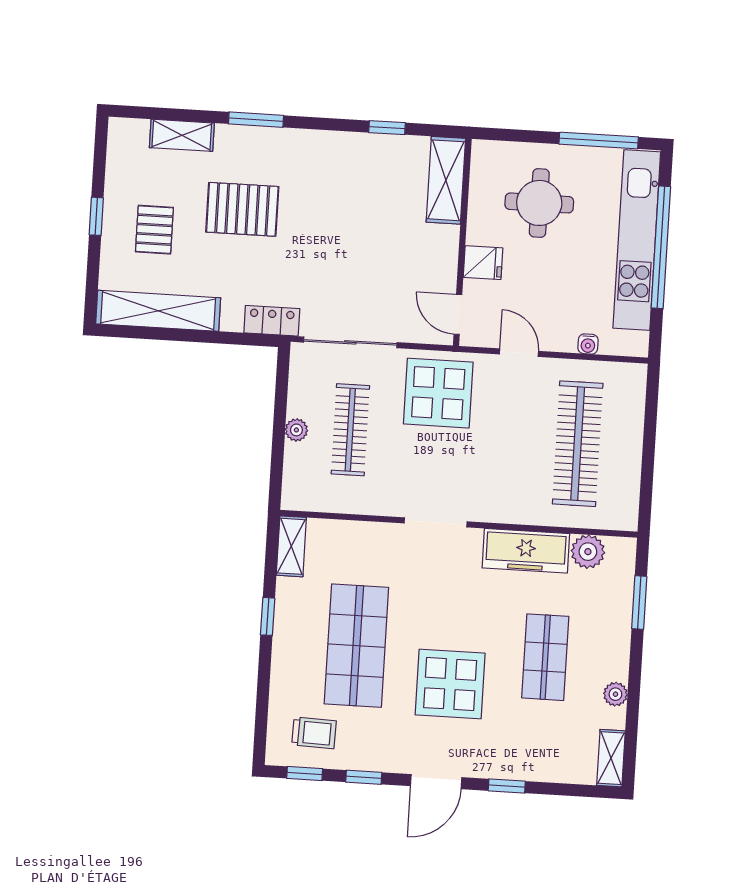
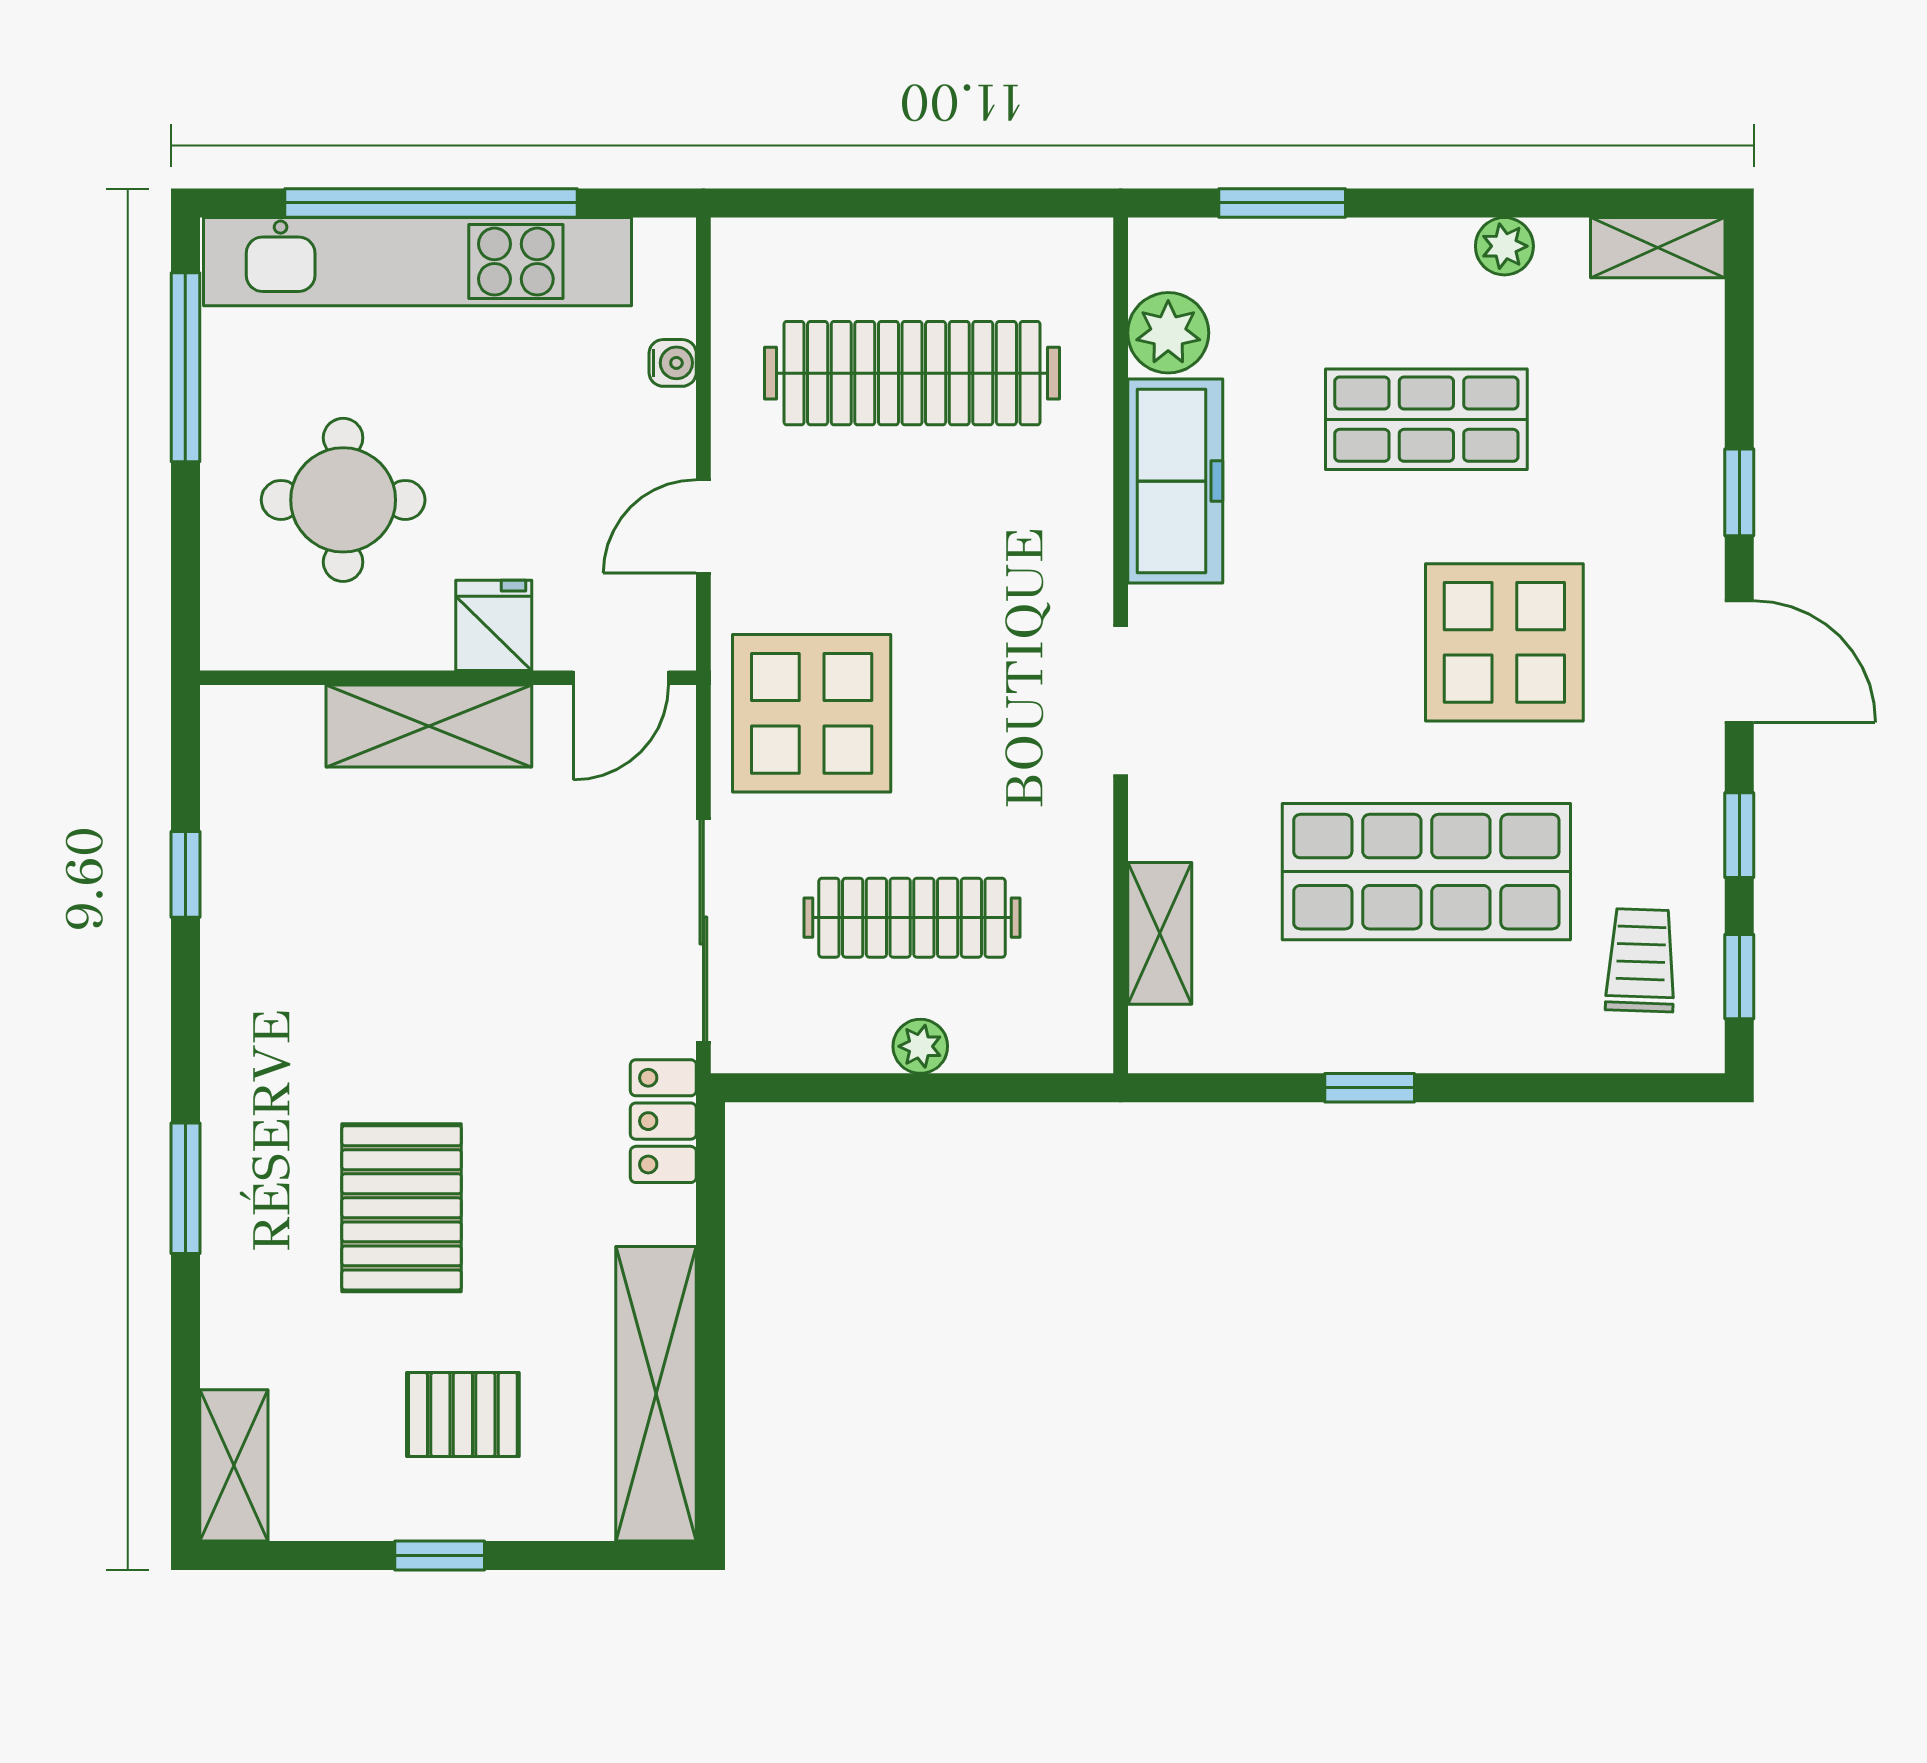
shelving: (182, 135) -> (234, 1465), moved
shelving: (446, 180) -> (429, 726), moved
shelving: (291, 546) -> (1160, 933), moved, turned 90

